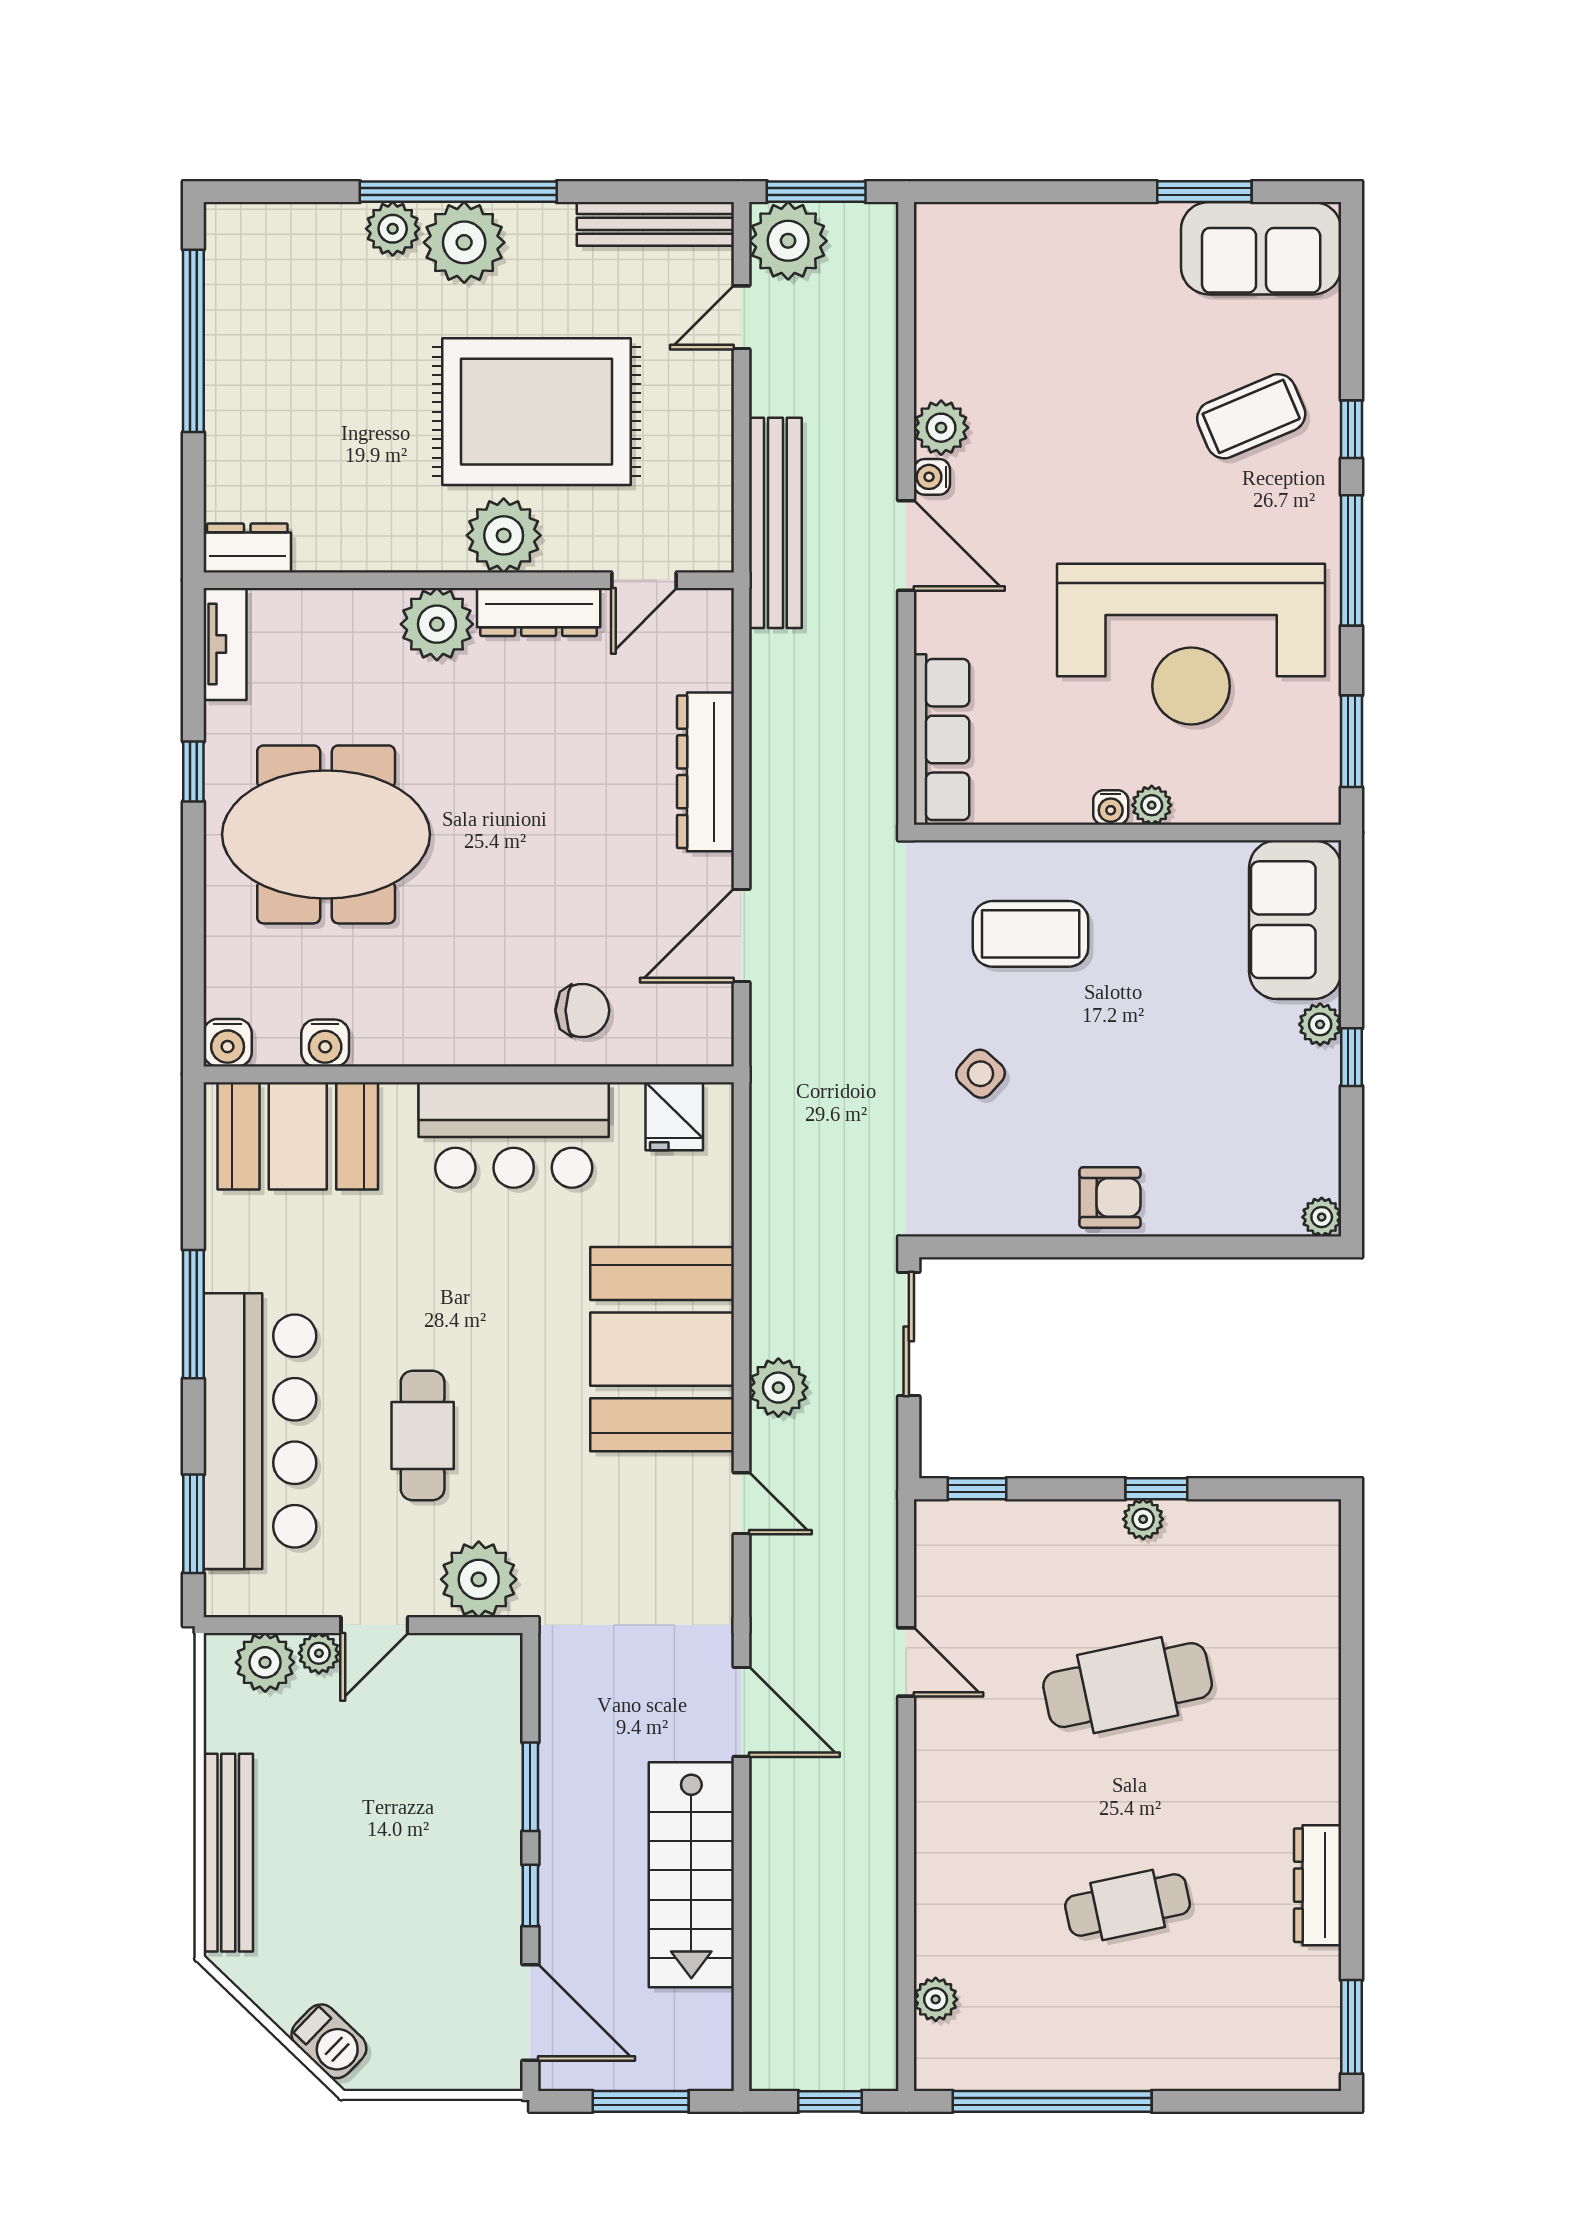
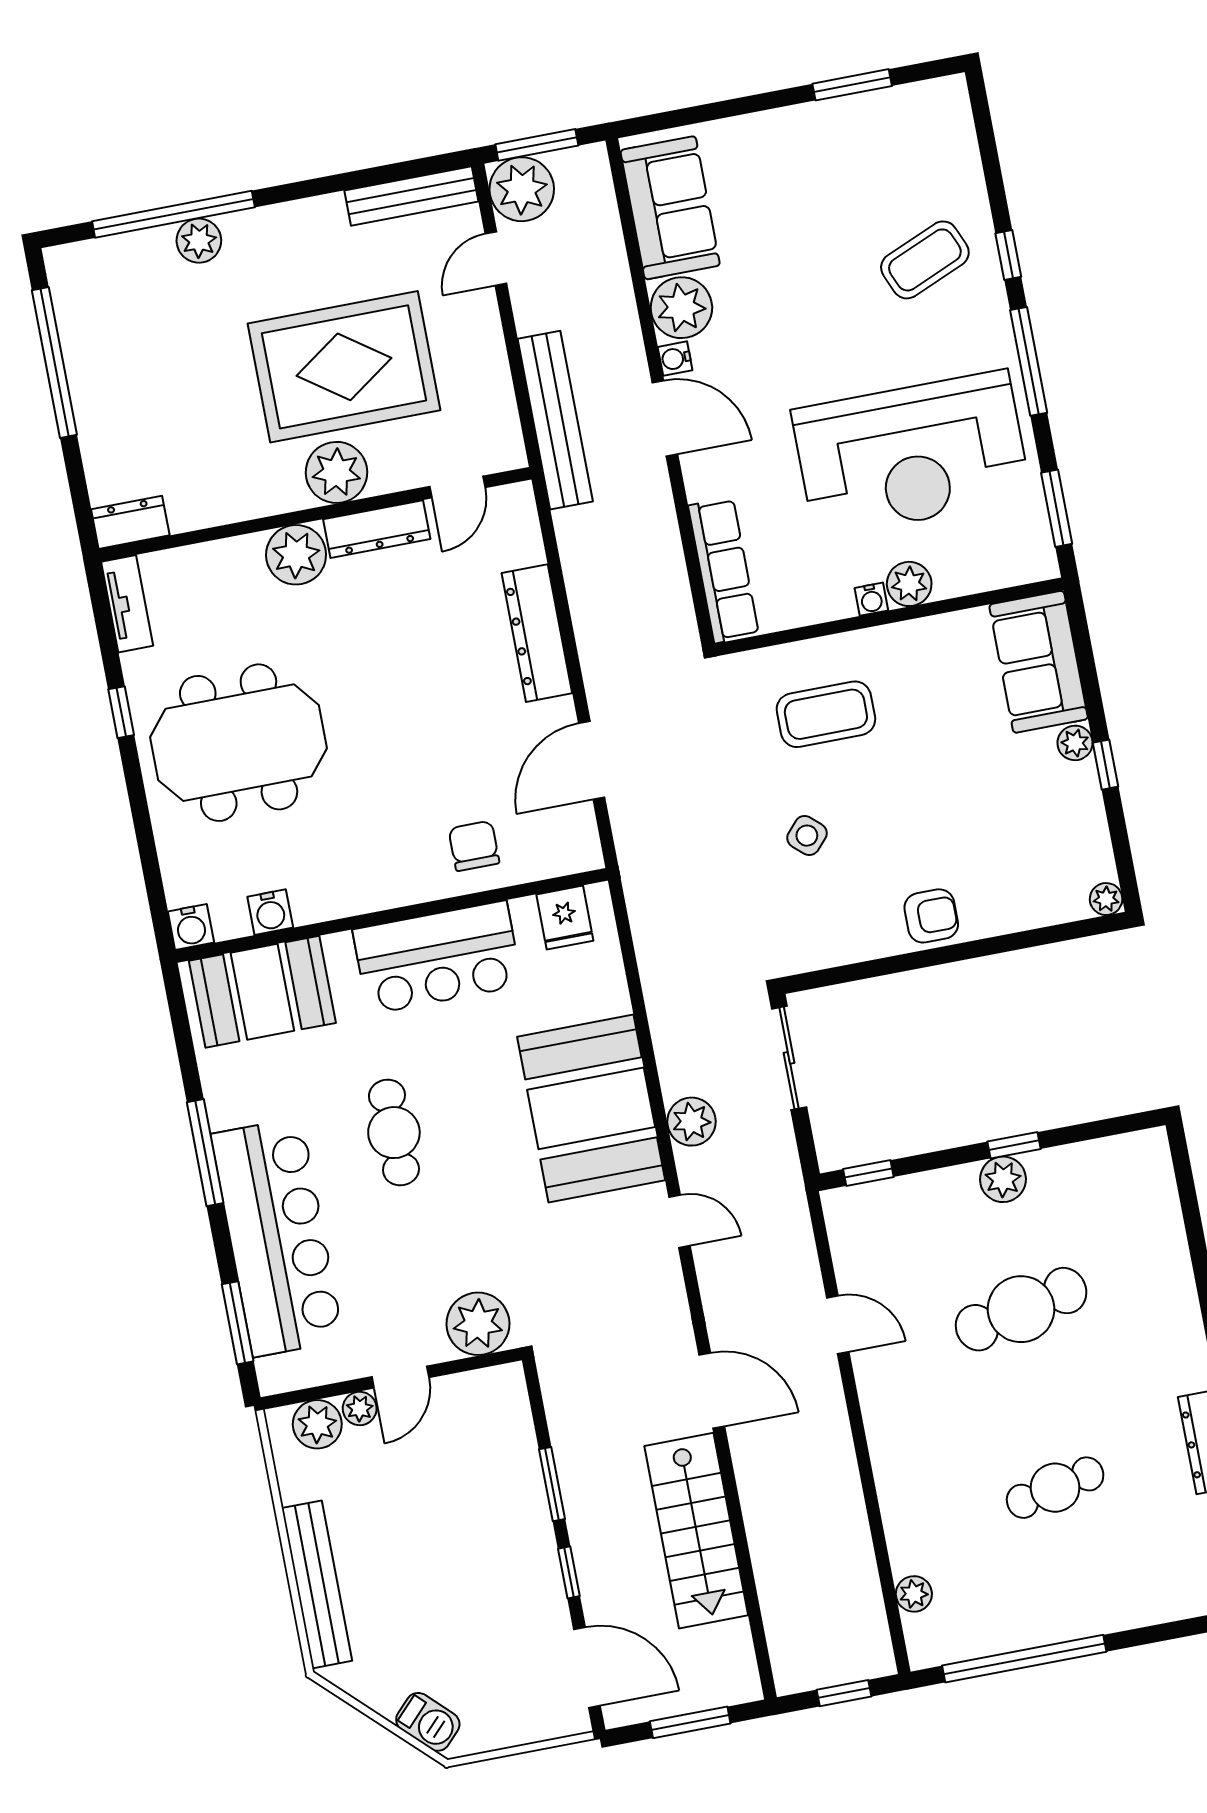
window: (458, 192) -> (173, 214), moved
plant: (464, 242) -> (259, 241), removed
sofa: (1261, 248) -> (670, 208), moved, turned -90
plant: (941, 428) -> (681, 308), width x1.36, depth x1.36
plant: (1152, 805) -> (909, 584), width x1.38, depth x1.38
chair: (582, 1010) -> (474, 846), turned -90
cafe table: (423, 1436) -> (394, 1133), moved
plant: (1143, 1519) -> (1003, 1179), width x1.38, depth x1.38

